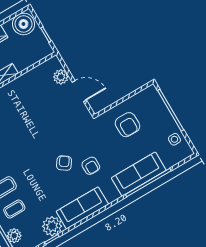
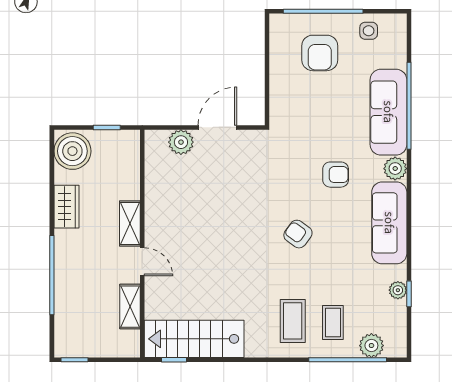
armchair: (127, 125) -> (320, 53), moved, turned 90
armchair: (64, 163) -> (298, 234), moved
plant: (112, 194) -> (395, 169), added
plant: (52, 226) -> (398, 290), width x0.53, depth x0.53

